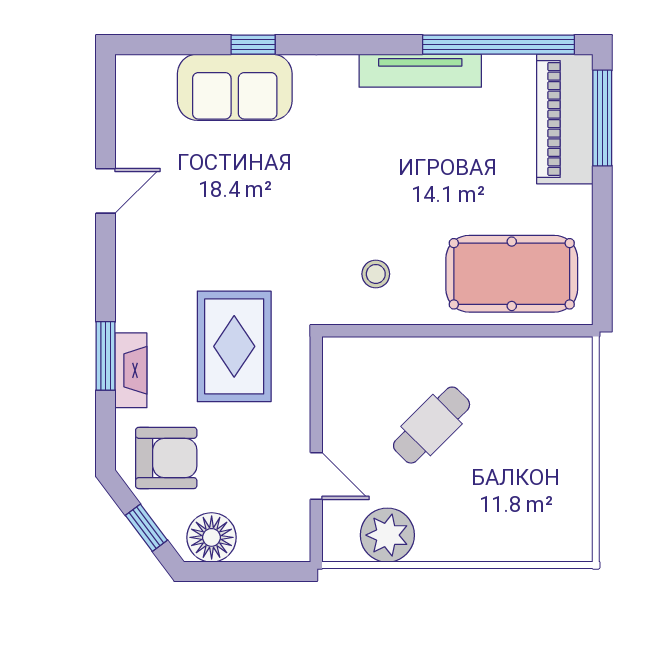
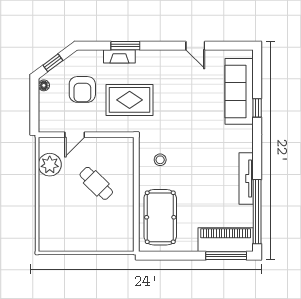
sofa: (235, 87) -> (239, 91), width x1.36
armchair: (166, 458) -> (82, 89), moved
floor lamp: (212, 537) -> (44, 85), width x0.53, depth x0.53

